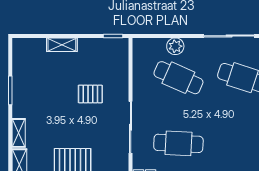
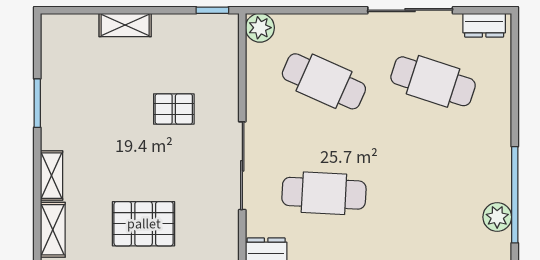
plant: (175, 46) -> (260, 28), moved

